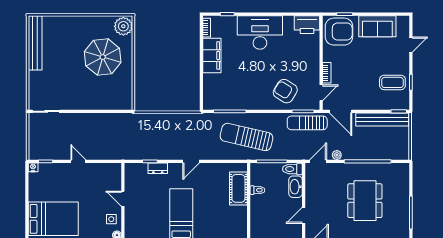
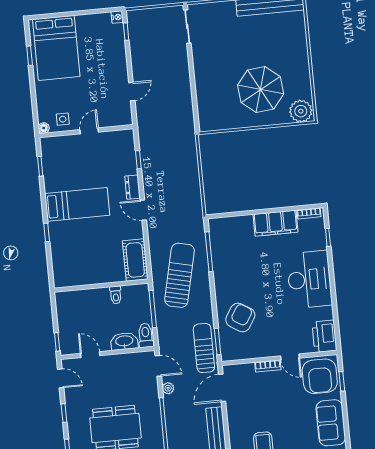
door: (321, 93) -> (290, 357), moved
door: (78, 161) -> (132, 92), moved
dresser: (158, 168) -> (132, 187), moved
cot: (238, 188) -> (135, 260), moved, turned 90

